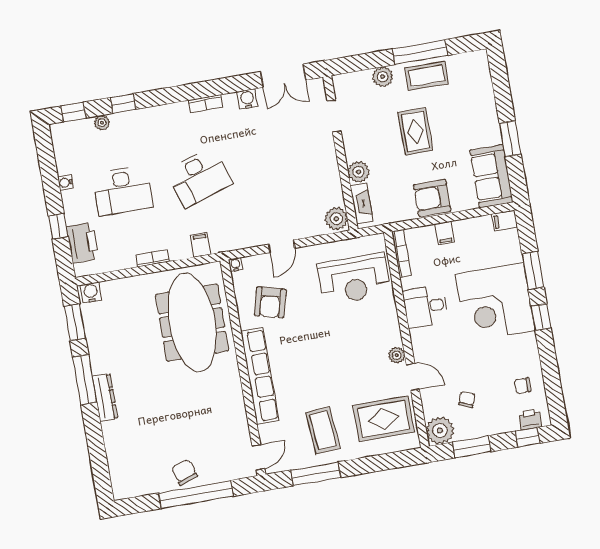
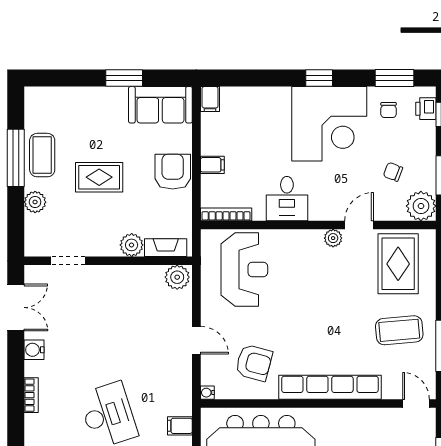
armchair: (432, 198) -> (173, 172), turned 180
window: (533, 270) -> (395, 78), moved
corner desk: (495, 303) -> (329, 124), moved

